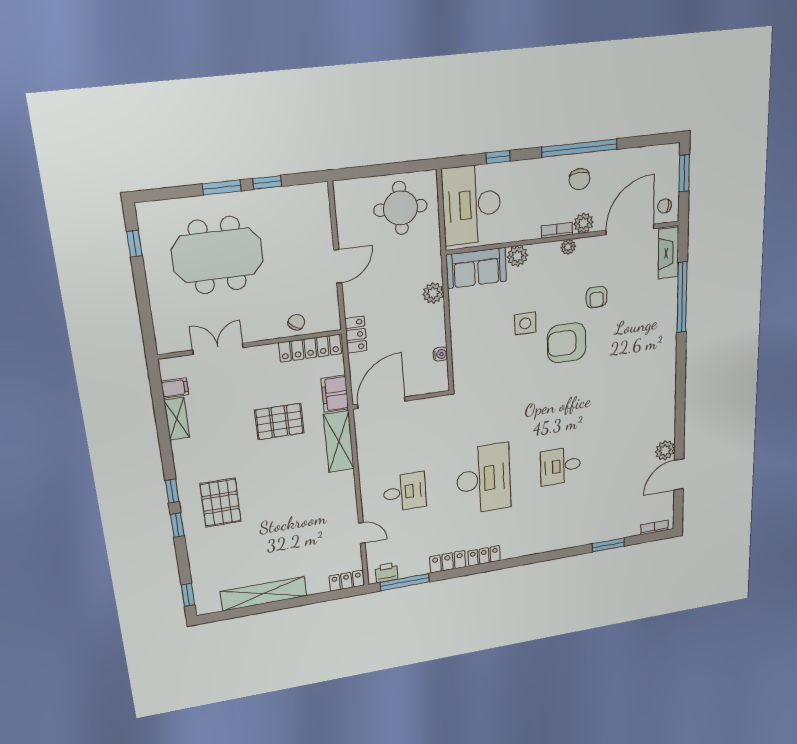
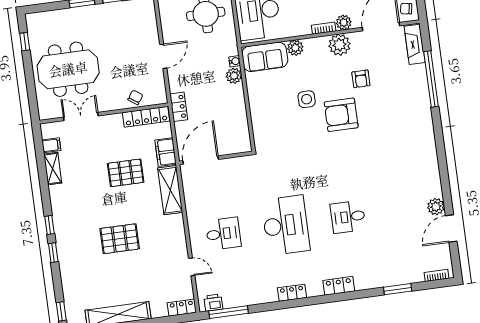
plant: (568, 247) -> (339, 45), width x1.87, depth x1.87
meeting table: (217, 255) -> (68, 69), moved
water cooler: (440, 354) -> (235, 61), moved
pallet: (220, 503) -> (120, 239), moved, turned 90
locker: (448, 562) -> (339, 286), moved

